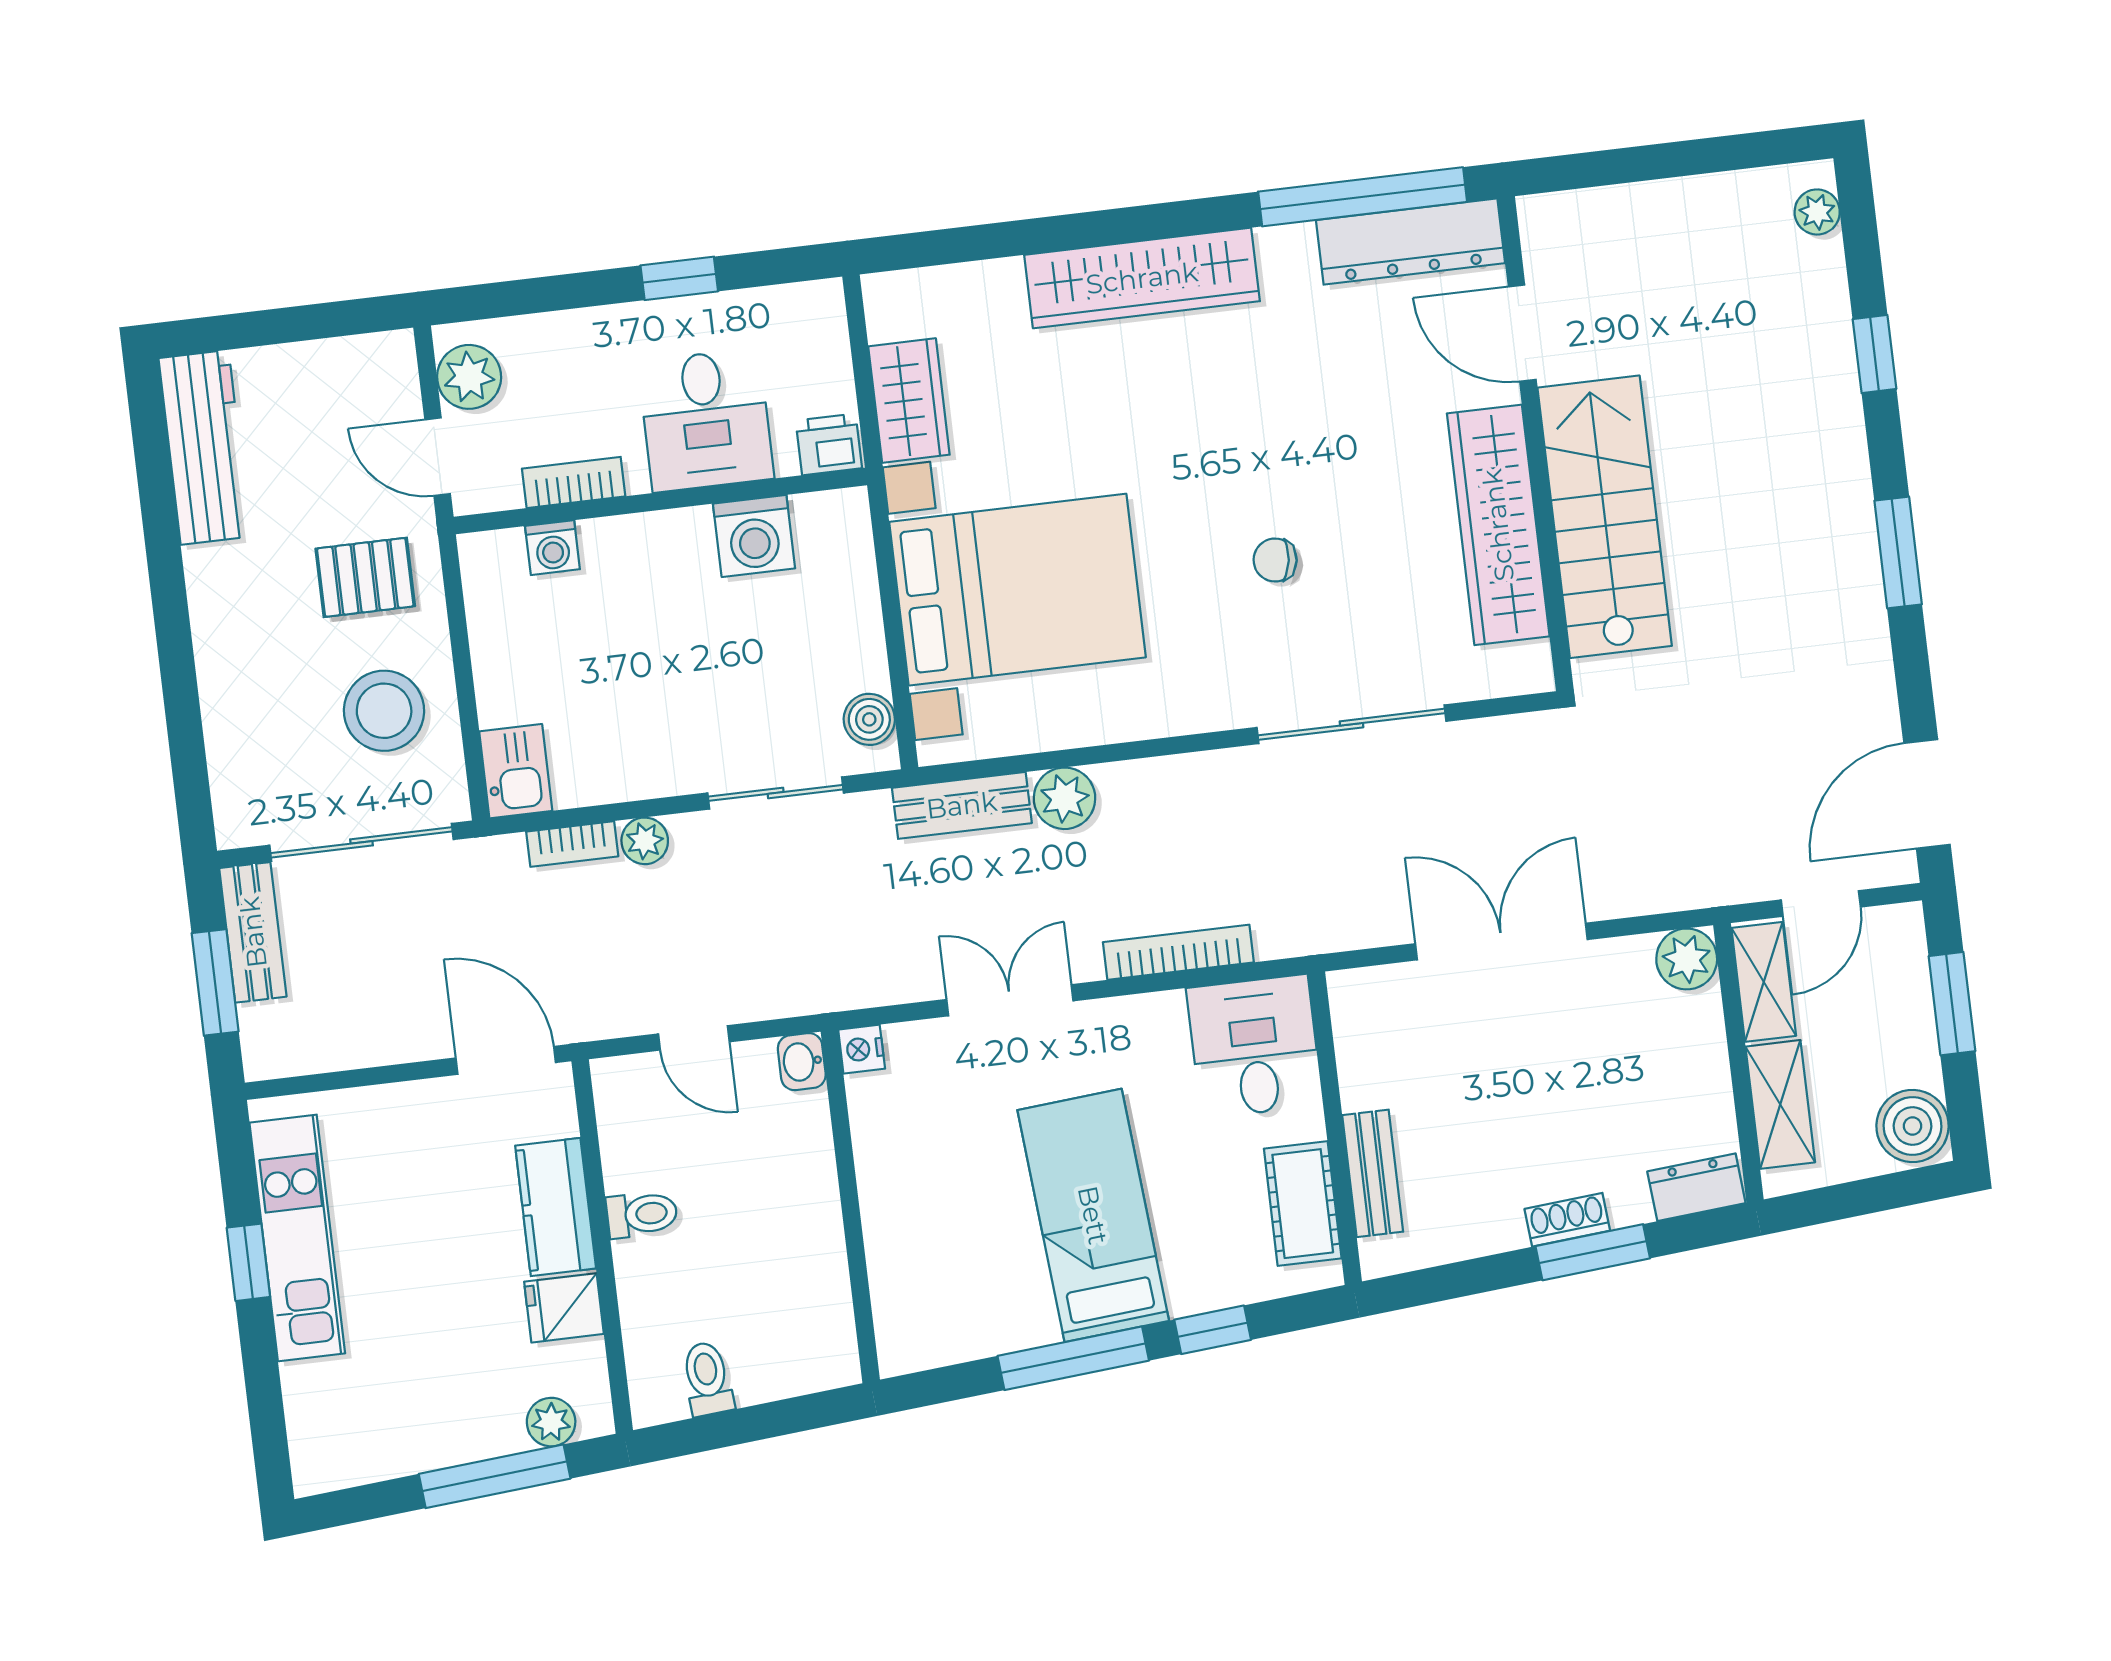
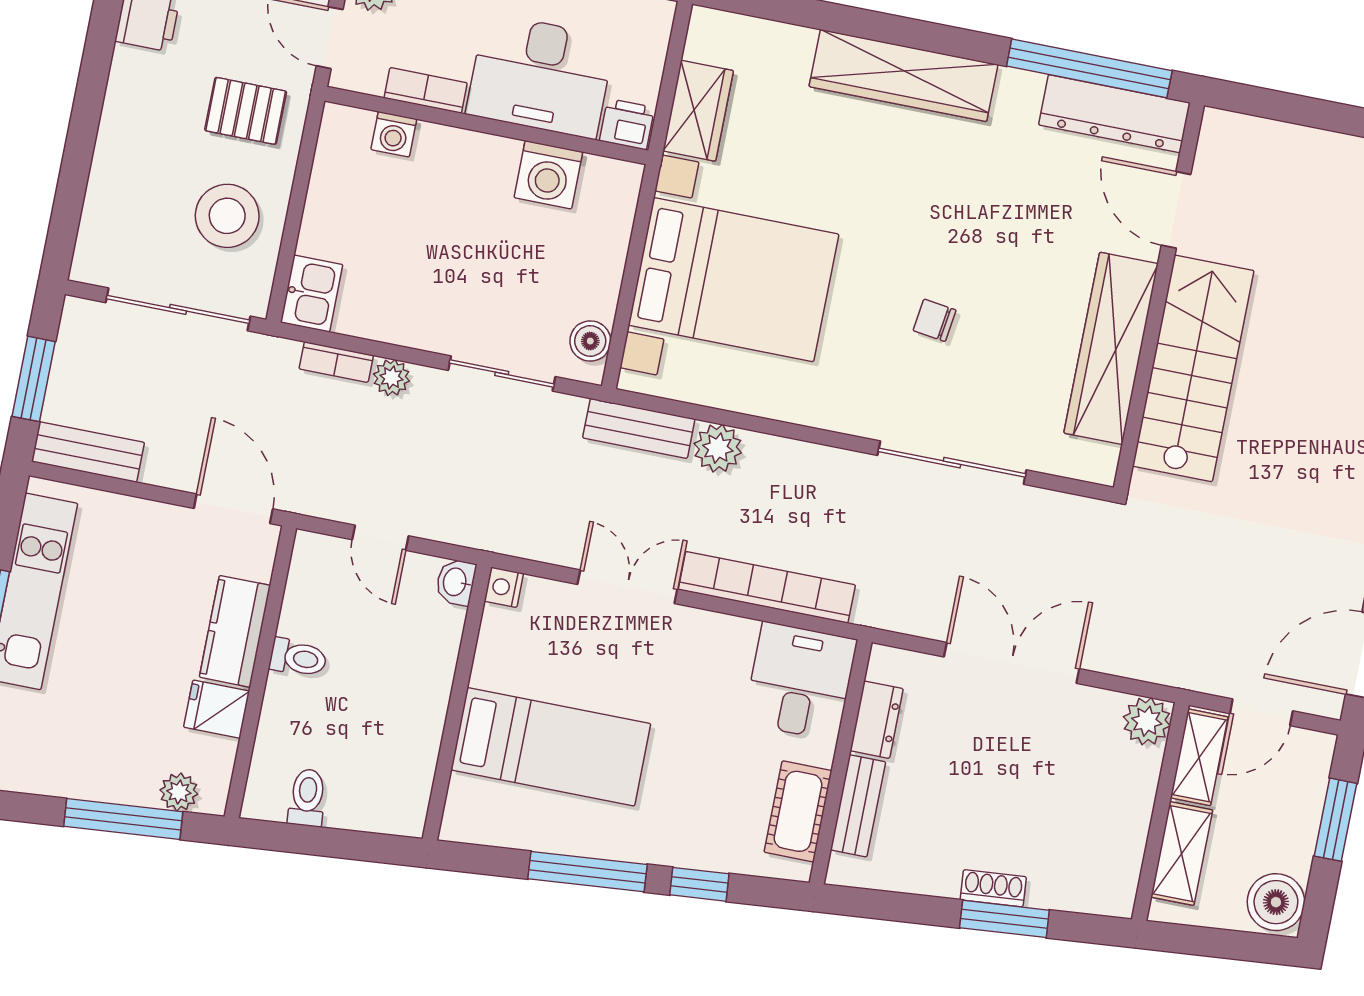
desk: (706, 420) -> (540, 76), width x1.37
bench: (253, 932) -> (88, 452), moved, turned 90
bookcase: (1178, 952) -> (767, 587), width x1.48, depth x1.31
dresser: (1696, 1187) -> (877, 720), moved, turned 95
bed: (1093, 1215) -> (551, 747), moved, turned 95

